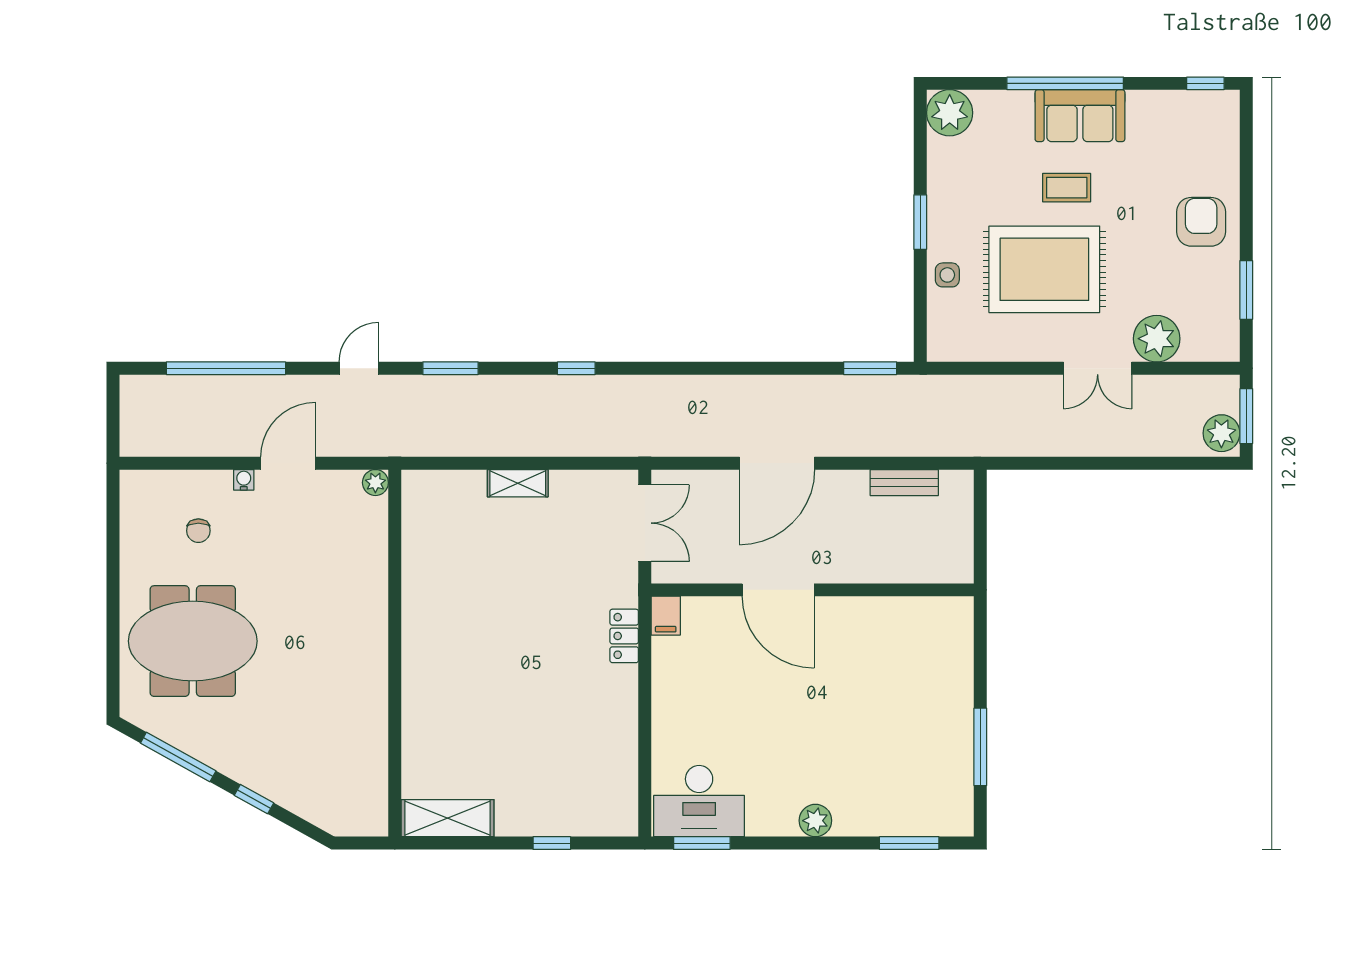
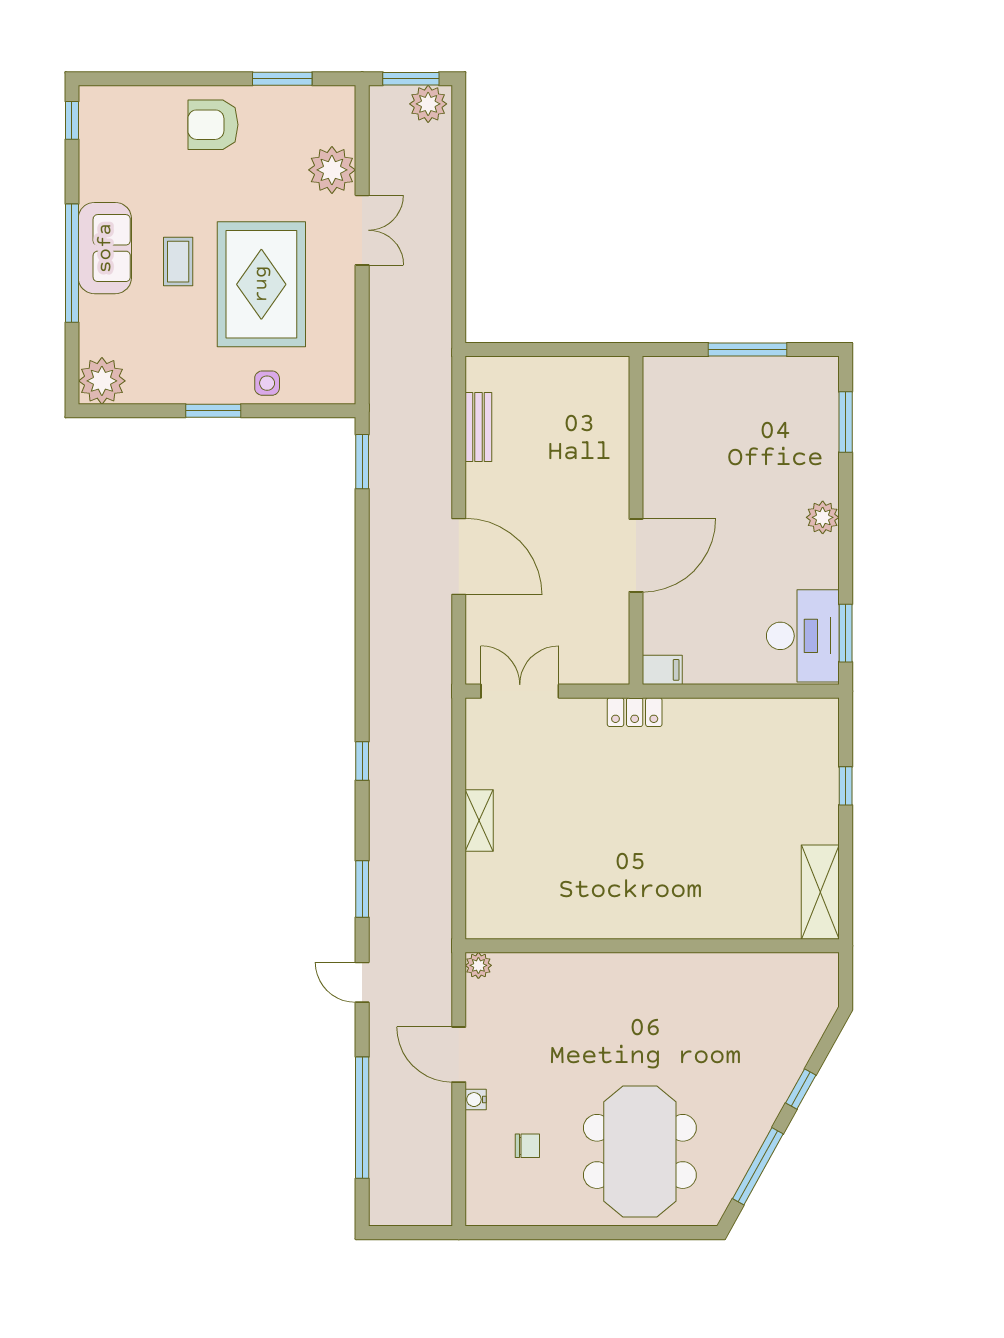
door: (778, 590) -> (636, 555), moved
wall: (813, 590) -> (636, 520), moved
filing cabinet: (666, 616) -> (662, 670), moved

